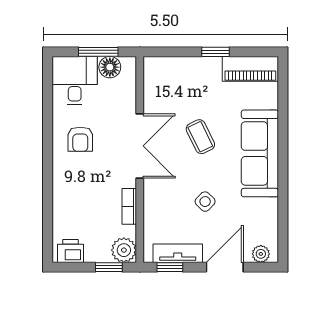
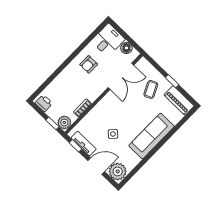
window: (98, 52) -> (128, 38), removed
coffee table: (200, 137) -> (151, 89), moved
double door: (140, 146) -> (121, 76), moved
plant: (261, 254) -> (118, 171), width x1.87, depth x1.87

